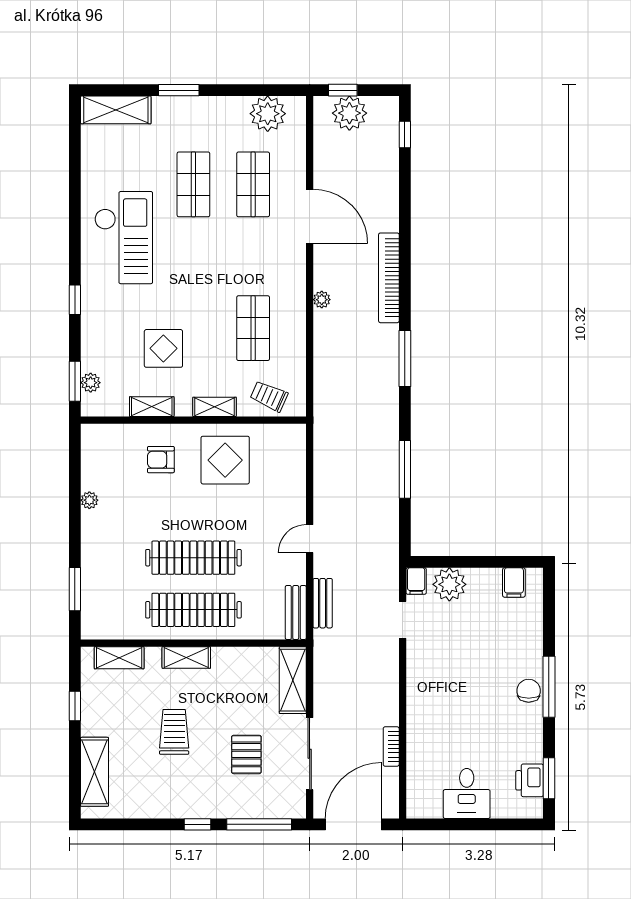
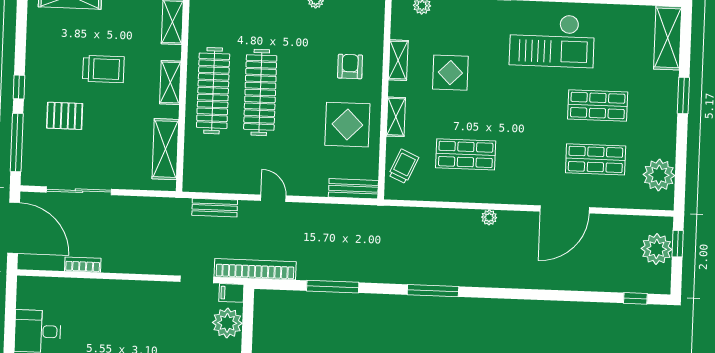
bookcase: (389, 278) -> (255, 269), moved
bench: (296, 613) -> (353, 189), moved
shelving: (293, 680) -> (165, 149), moved, turned 90
pallet: (246, 754) -> (65, 116), moved

